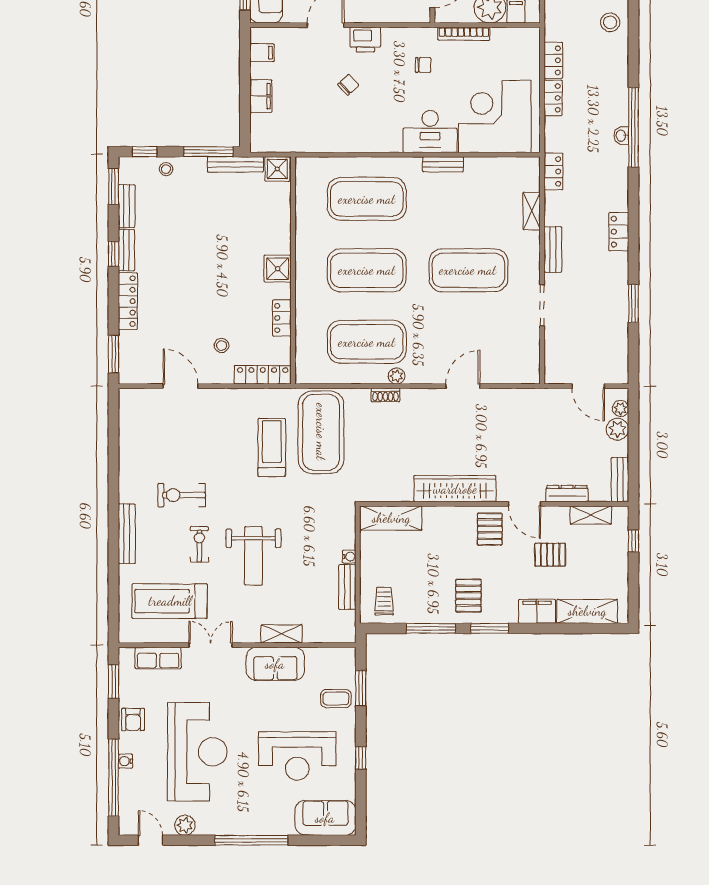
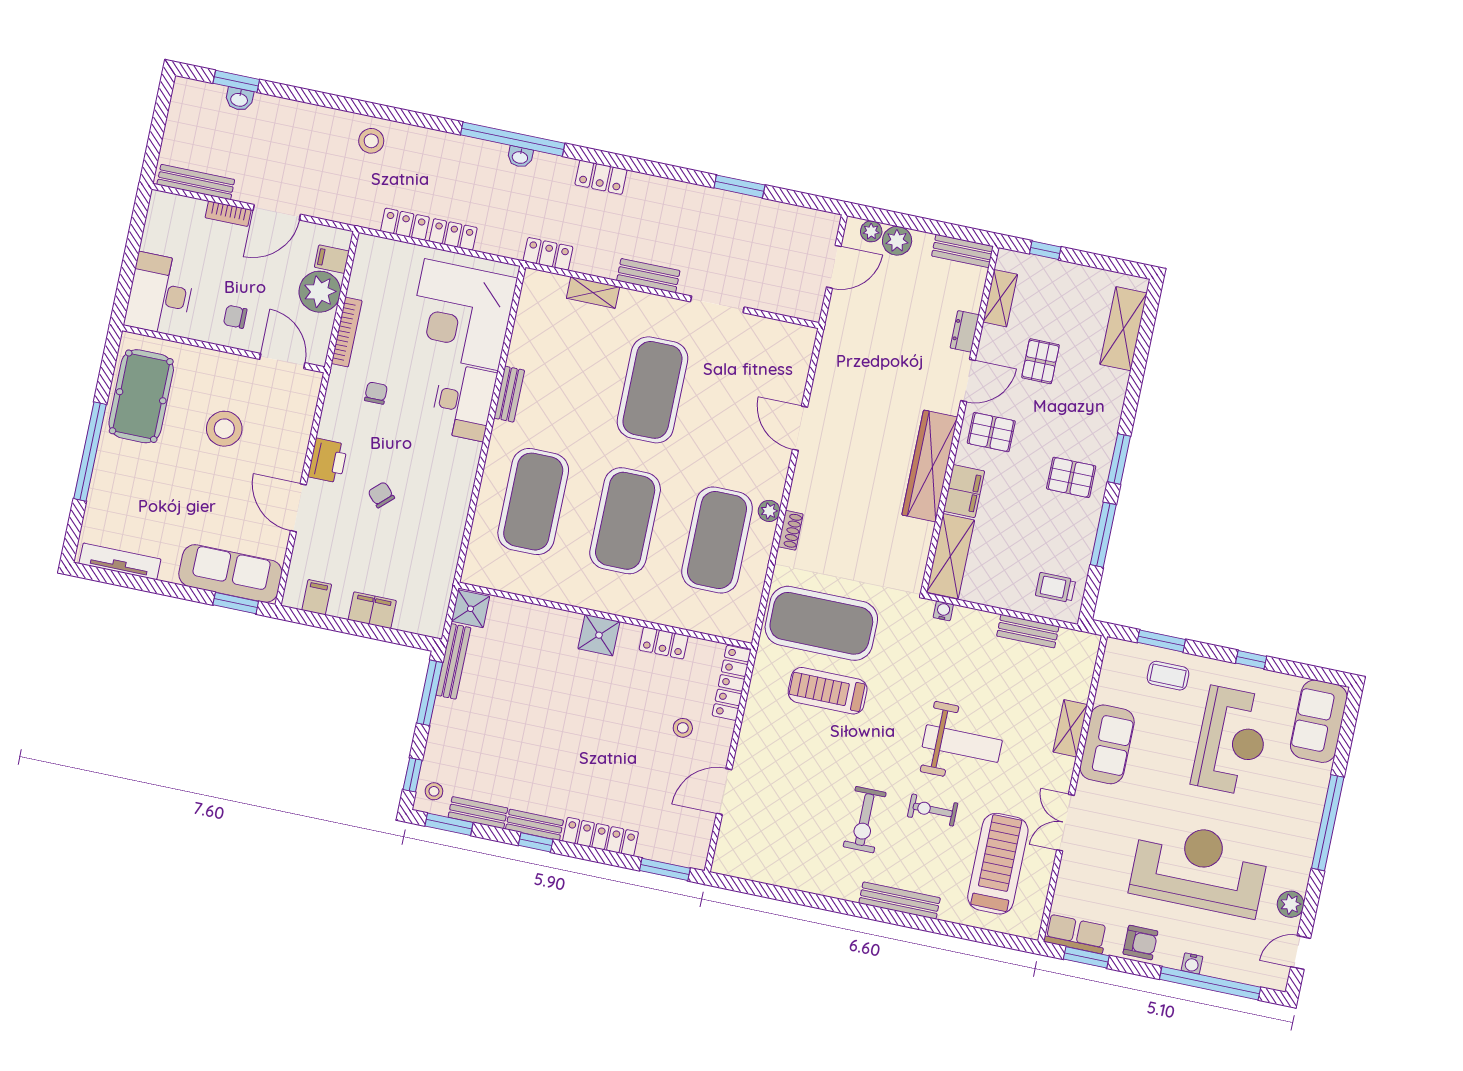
stool: (166, 169) -> (434, 791), moved
locker: (619, 232) -> (601, 177), moved
dresser: (567, 494) -> (965, 331), width x0.70
water cooler: (349, 557) -> (943, 611), moved
treadmill: (170, 601) -> (998, 864), turned 180
filing cabinet: (537, 611) -> (964, 491), moved, turned 180
row of seats: (158, 658) -> (1076, 934), moved, turned -90
coffee table: (336, 699) -> (1168, 676), turned 90

